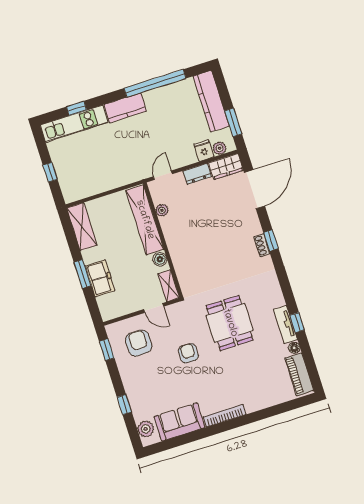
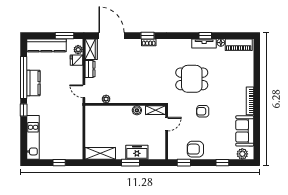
window: (76, 108) -> (24, 110), moved
kitchen counter: (125, 108) -> (33, 83), moved
shelving: (145, 220) -> (109, 112), removed
armchair: (139, 343) -> (195, 149), moved

